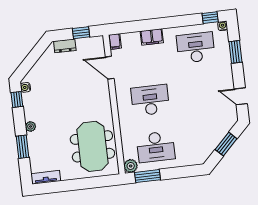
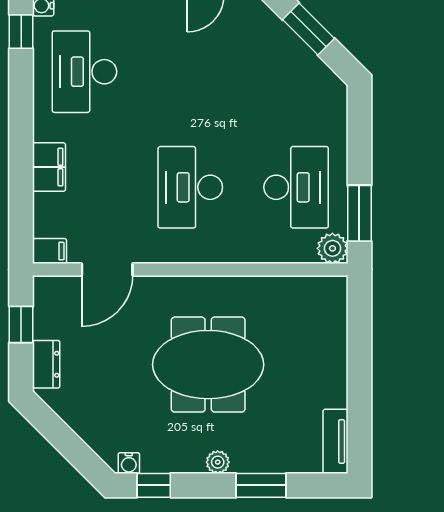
meeting table: (92, 146) -> (208, 365), moved

